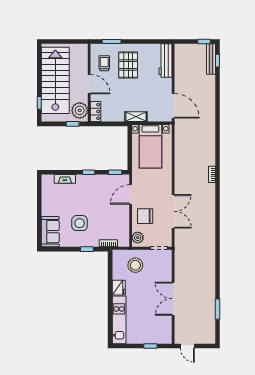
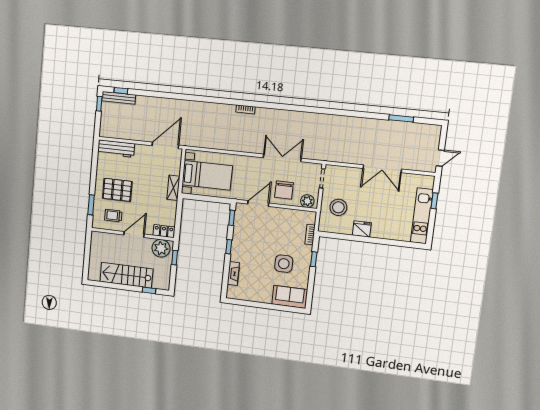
stairs: (55, 80) -> (126, 275), width x0.73, depth x0.66
door: (131, 195) -> (258, 204), swing flipped
kitchen unit: (119, 320) -> (422, 216), moved, turned -90

